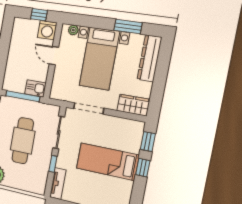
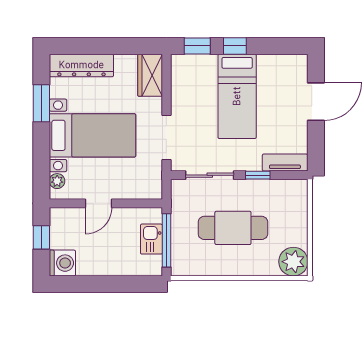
washing machine: (47, 30) -> (62, 263), moved
kitchen sink: (35, 88) -> (151, 239), moved

